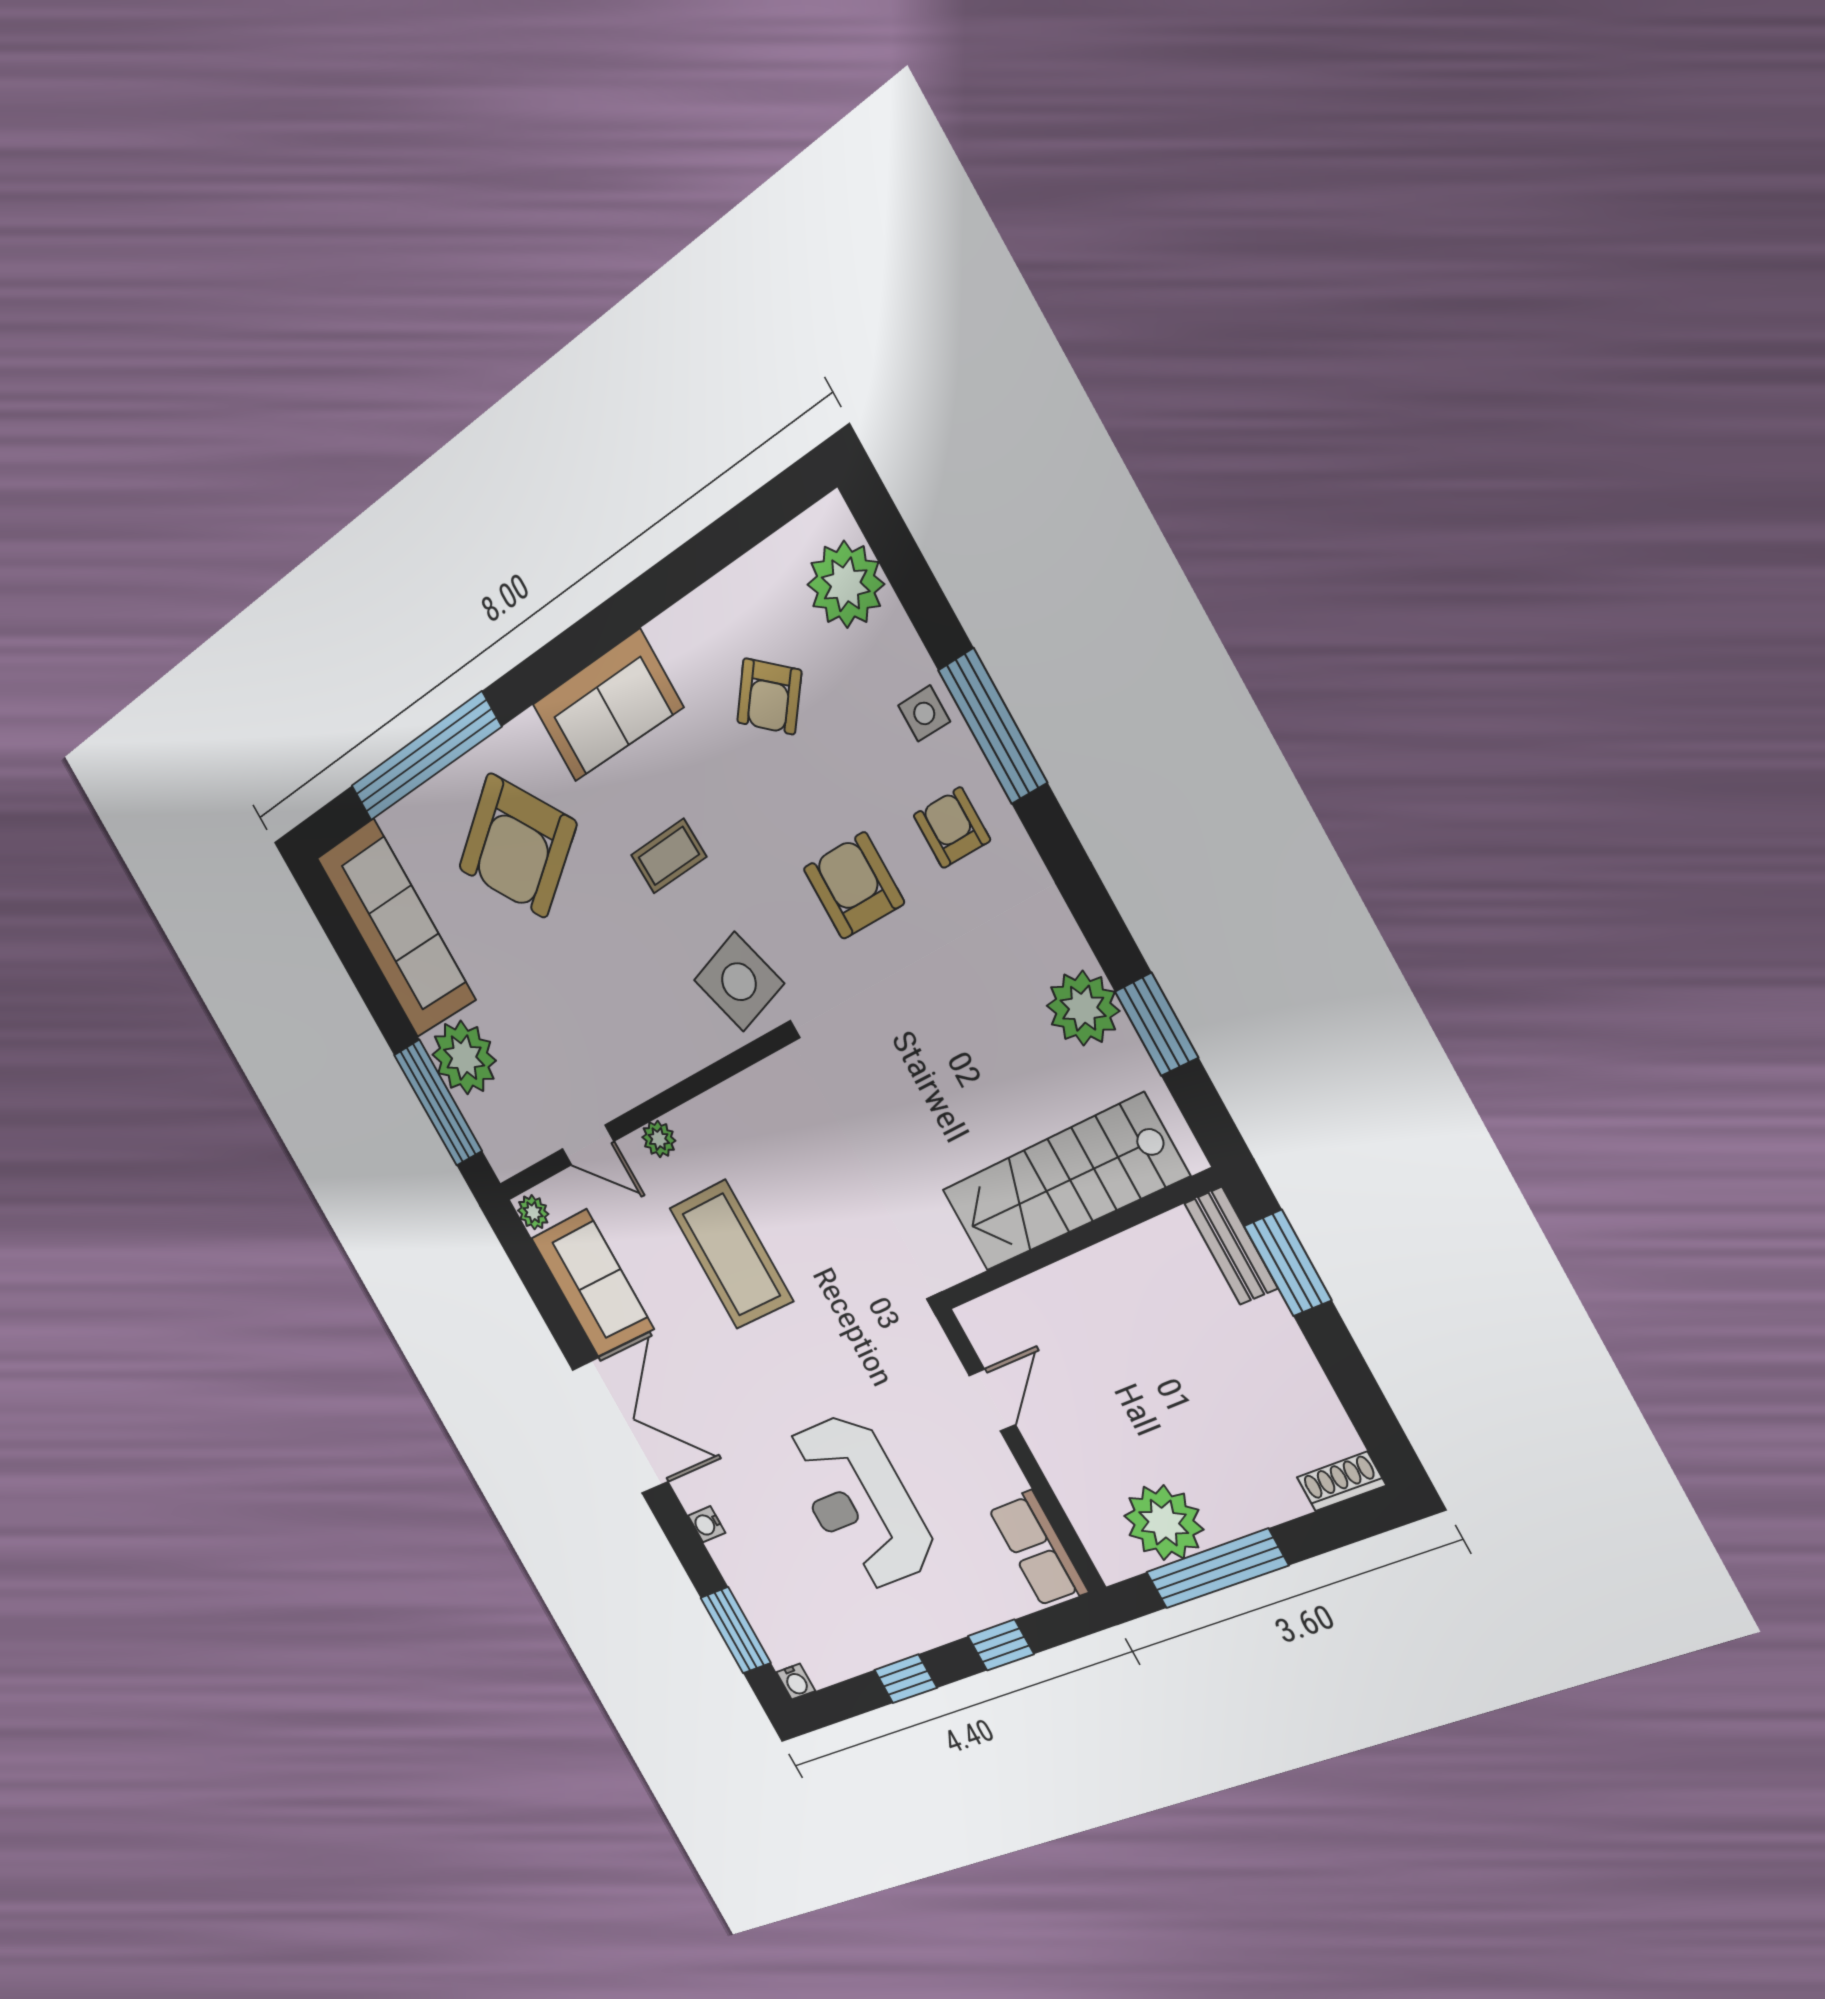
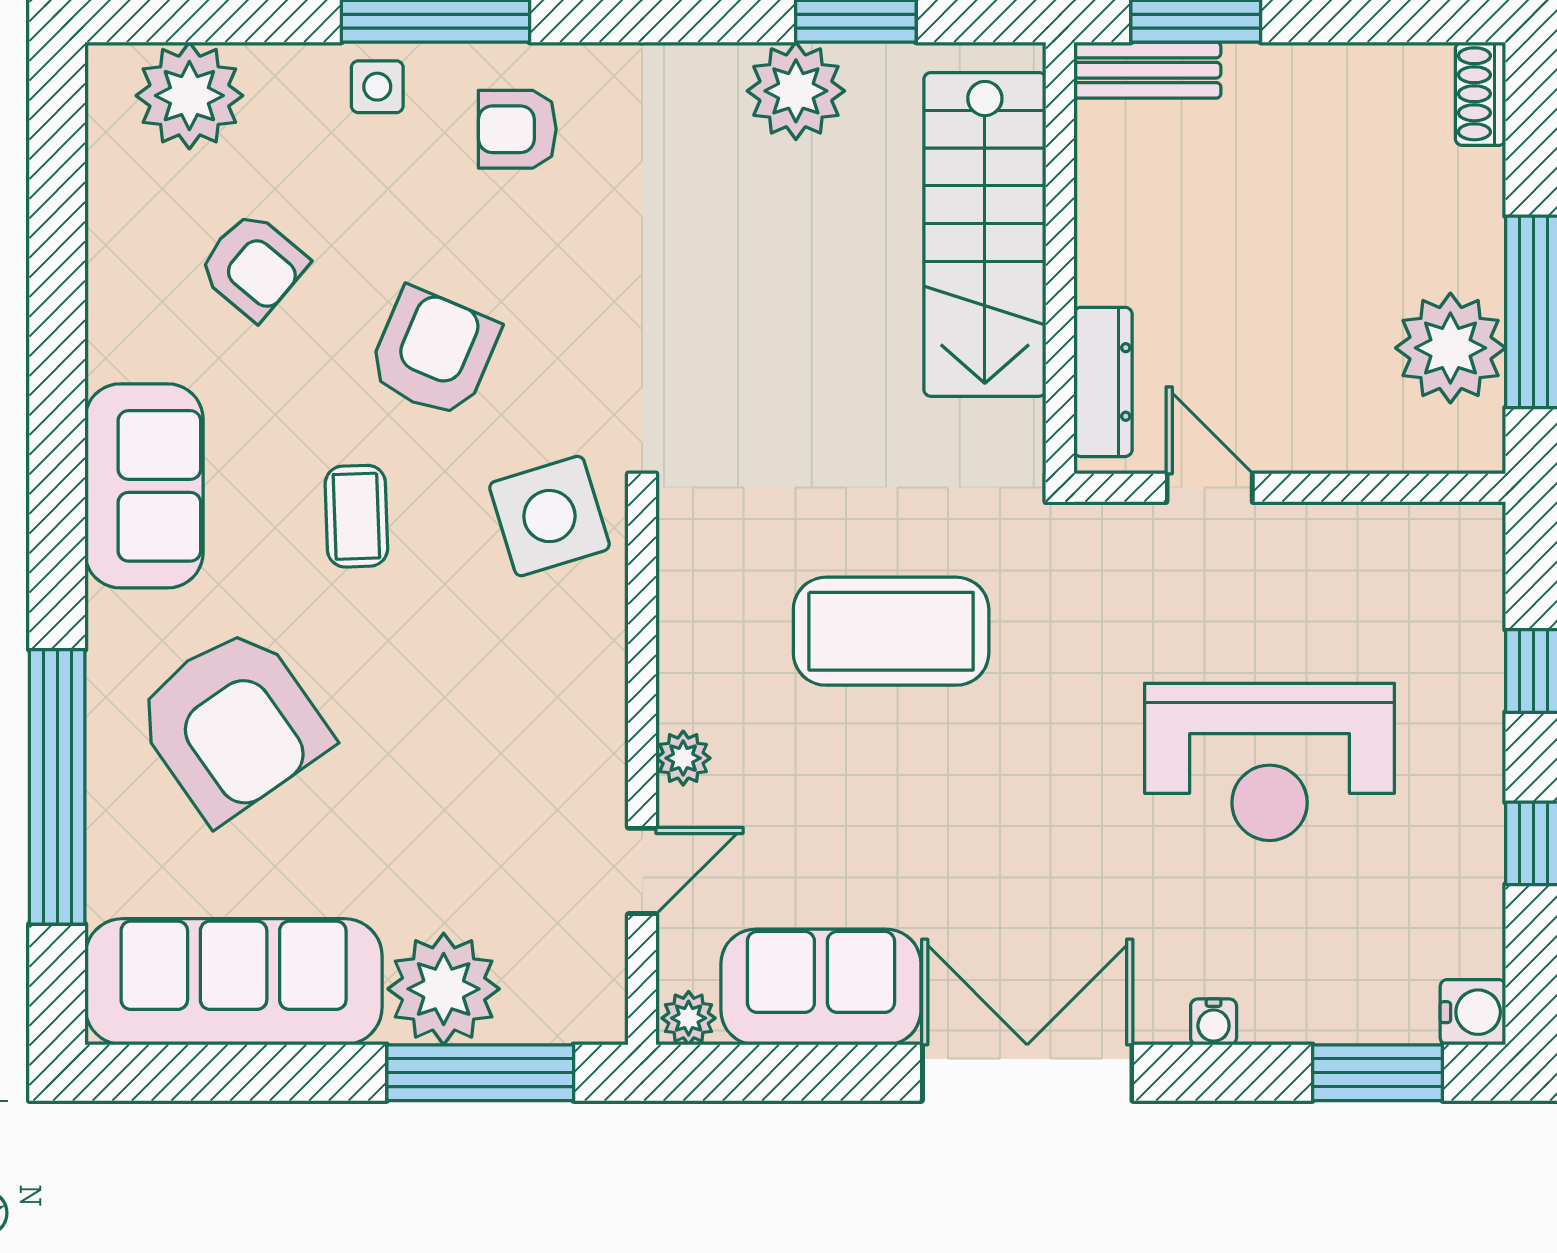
armchair: (854, 886) -> (433, 353), moved, turned 113
coffee table: (731, 1255) -> (891, 631), moved
dresser: (1017, 1304) -> (1103, 382), added
row of seats: (1038, 1550) -> (1425, 540), removed
water cooler: (796, 1682) -> (1473, 1012), width x1.38, depth x1.38

